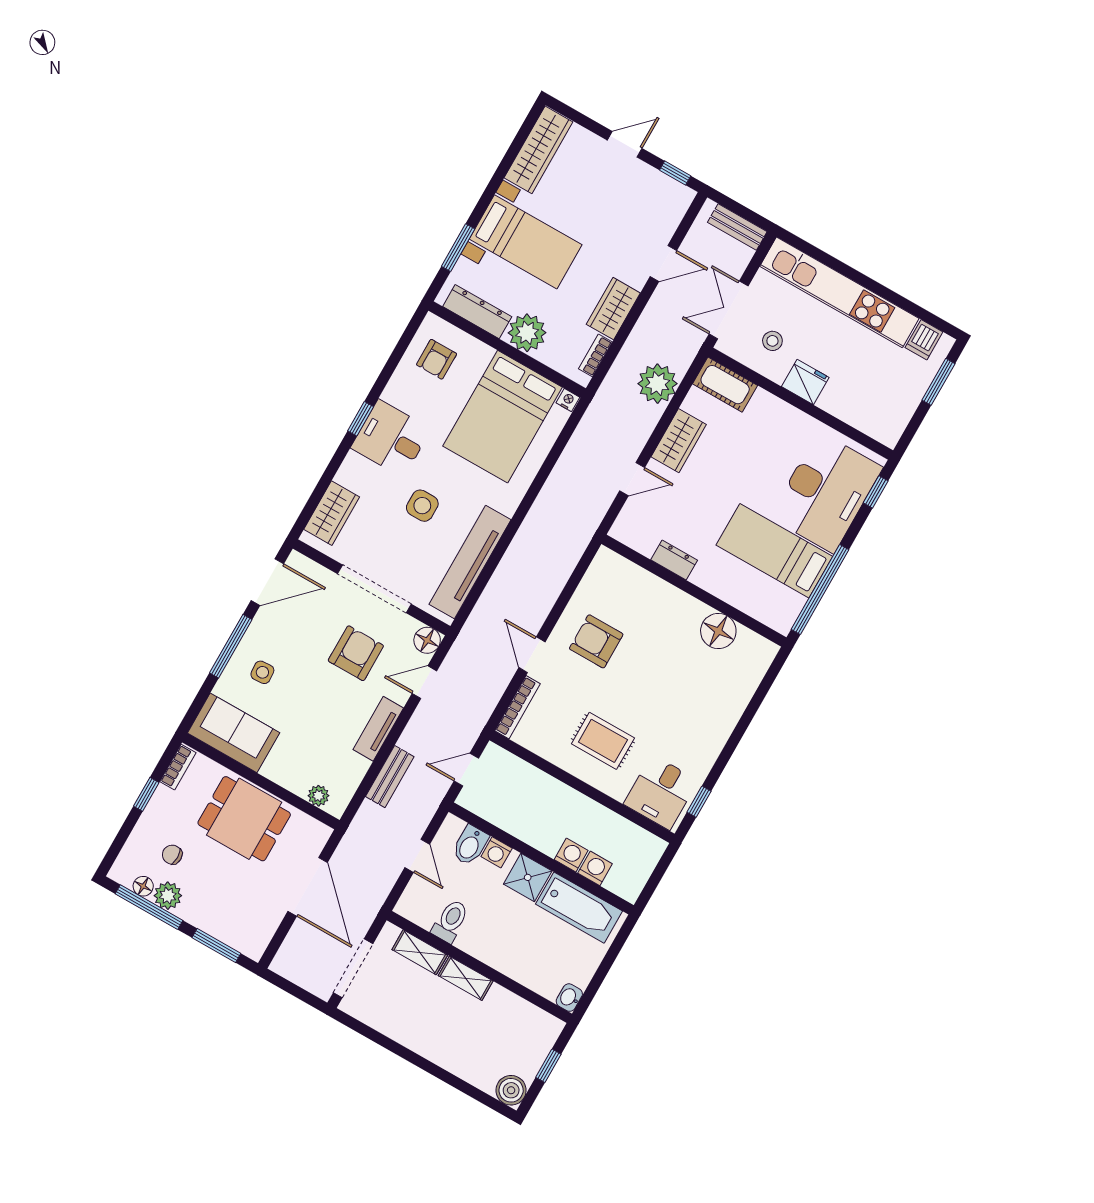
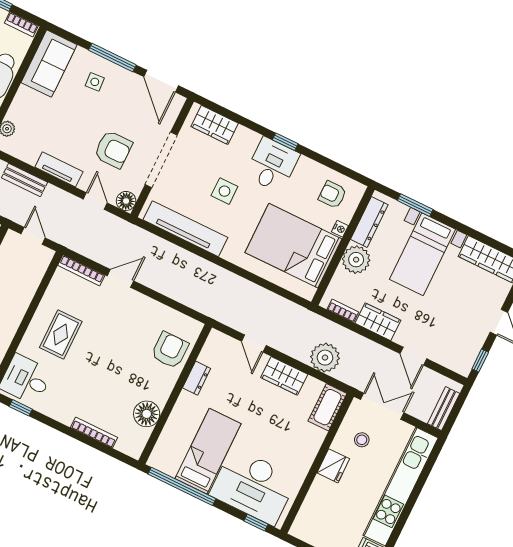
nightstand: (568, 400) -> (340, 229), moved
armchair: (596, 641) -> (170, 350), moved
bookcase: (739, 704) -> (94, 433), added

